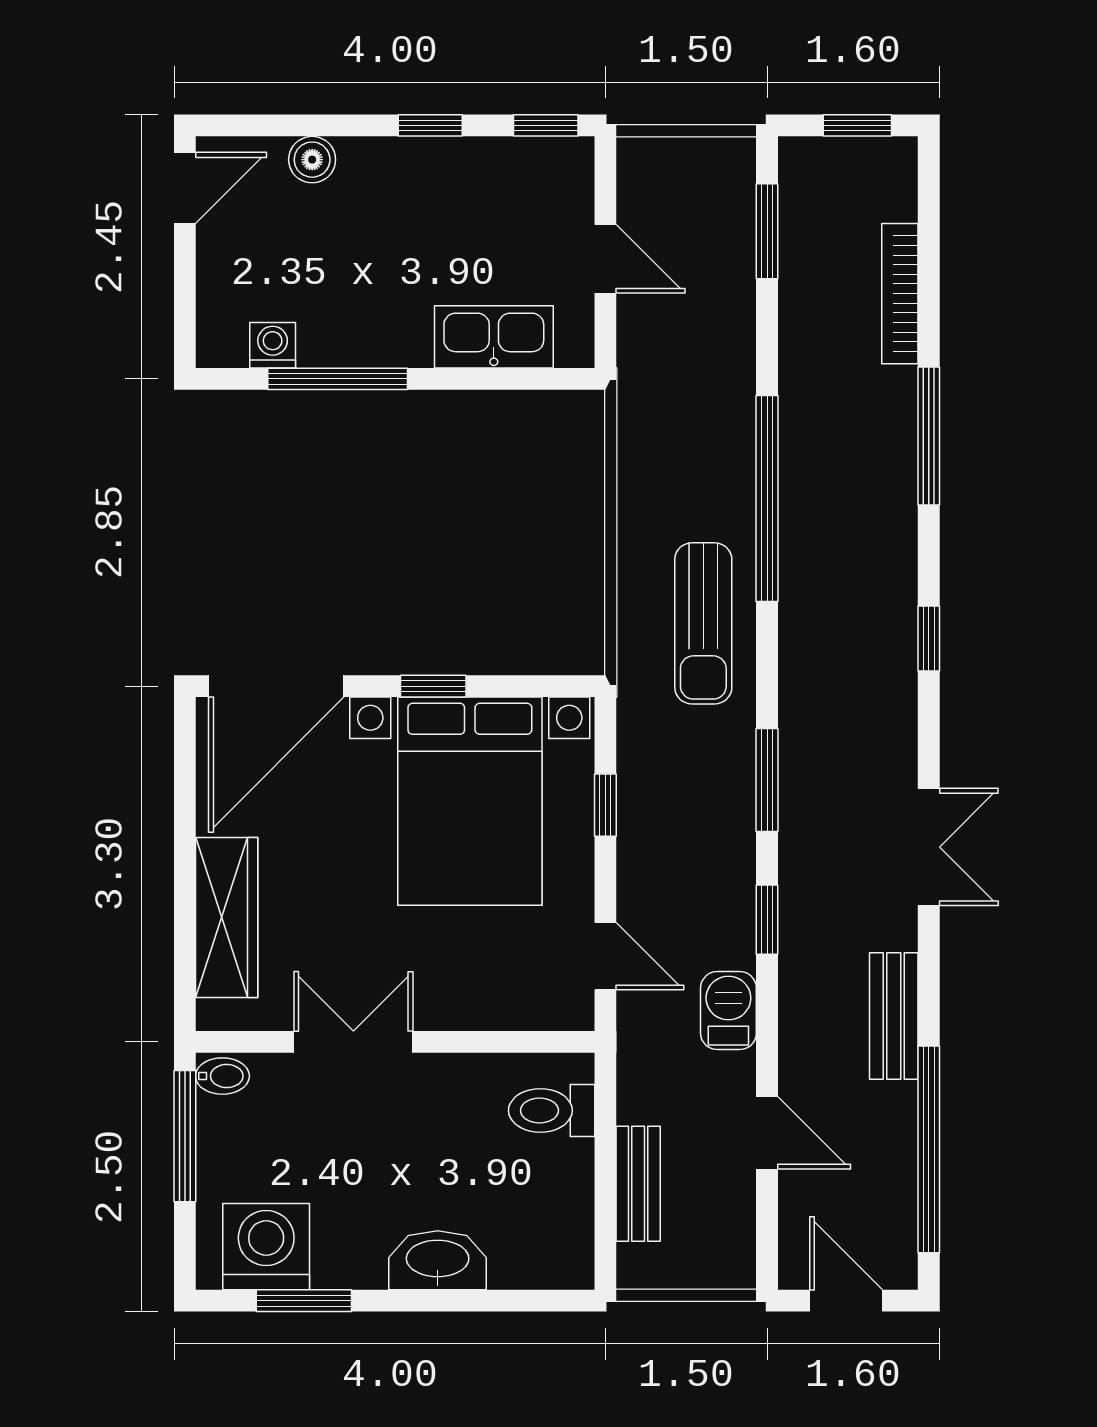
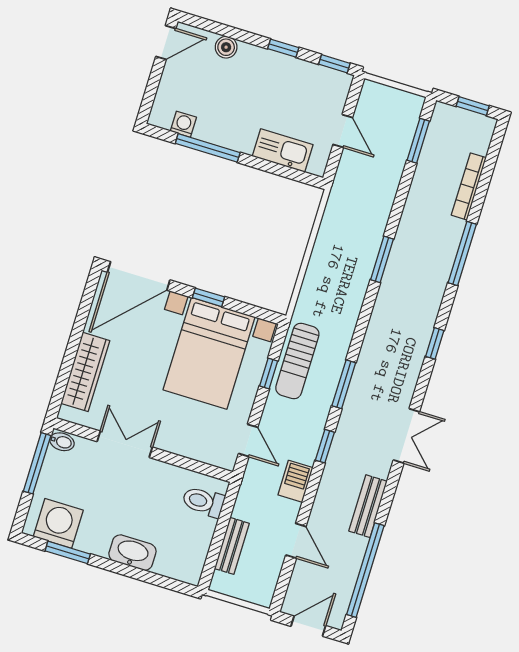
window: (767, 499) -> (382, 259), width x0.47
sun lounger: (703, 623) -> (297, 361), moved
door: (846, 1301) -> (308, 626), hinge flipped

